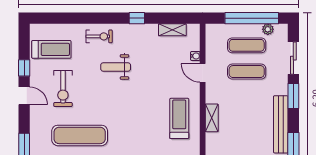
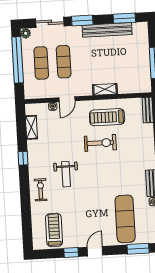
plant: (268, 29) -> (26, 33), moved
exercise bike: (63, 89) -> (100, 143), moved
exercise mat: (80, 135) -> (125, 219), moved

